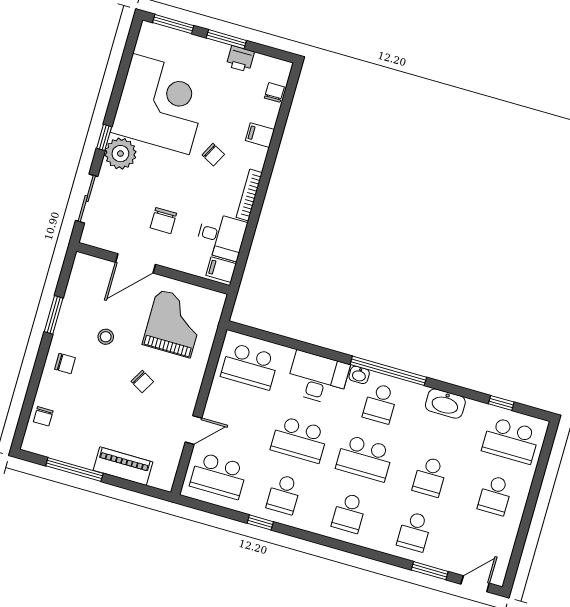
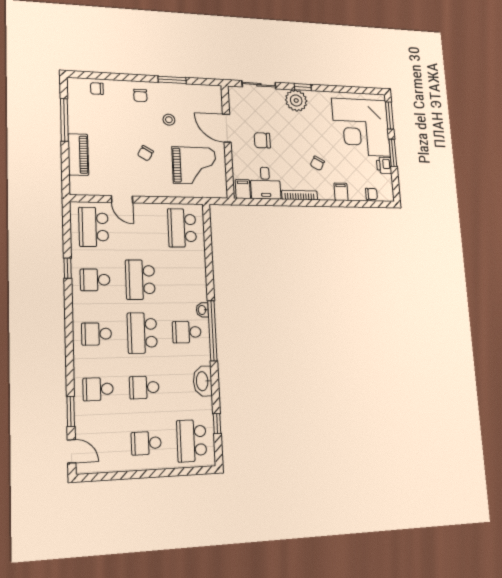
corner desk: (161, 104) -> (361, 127), moved, turned 90
desk: (318, 378) -> (190, 280), removed

